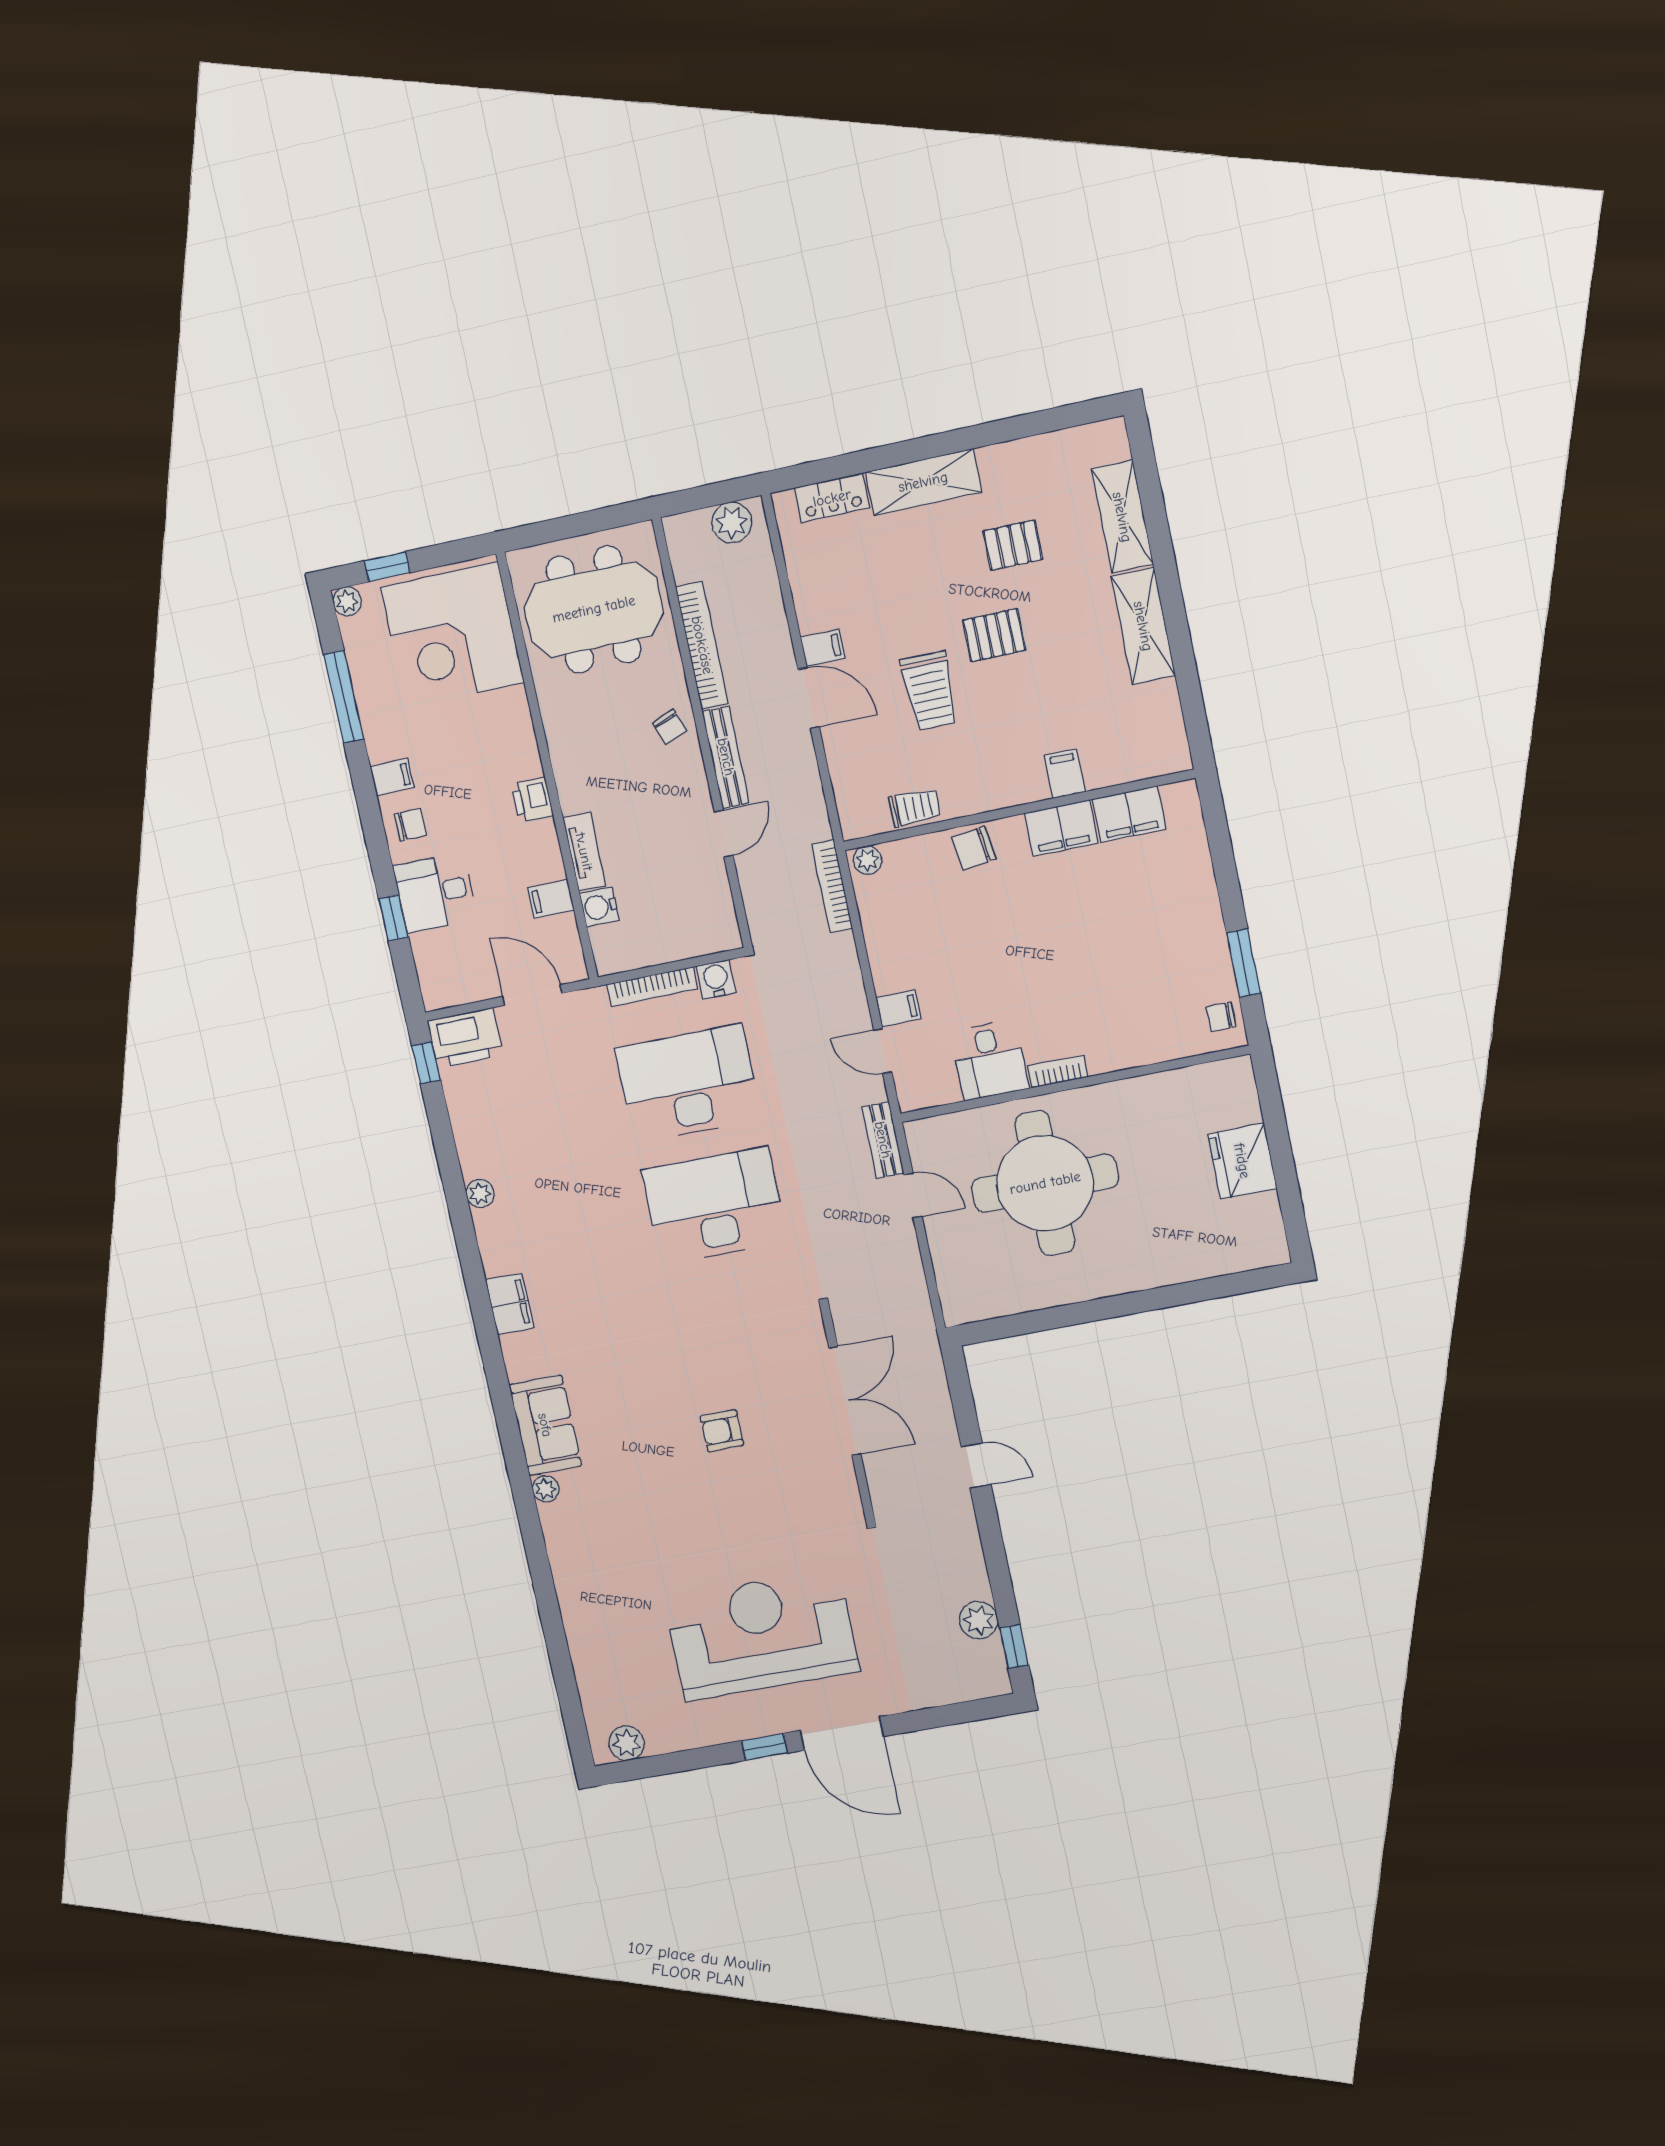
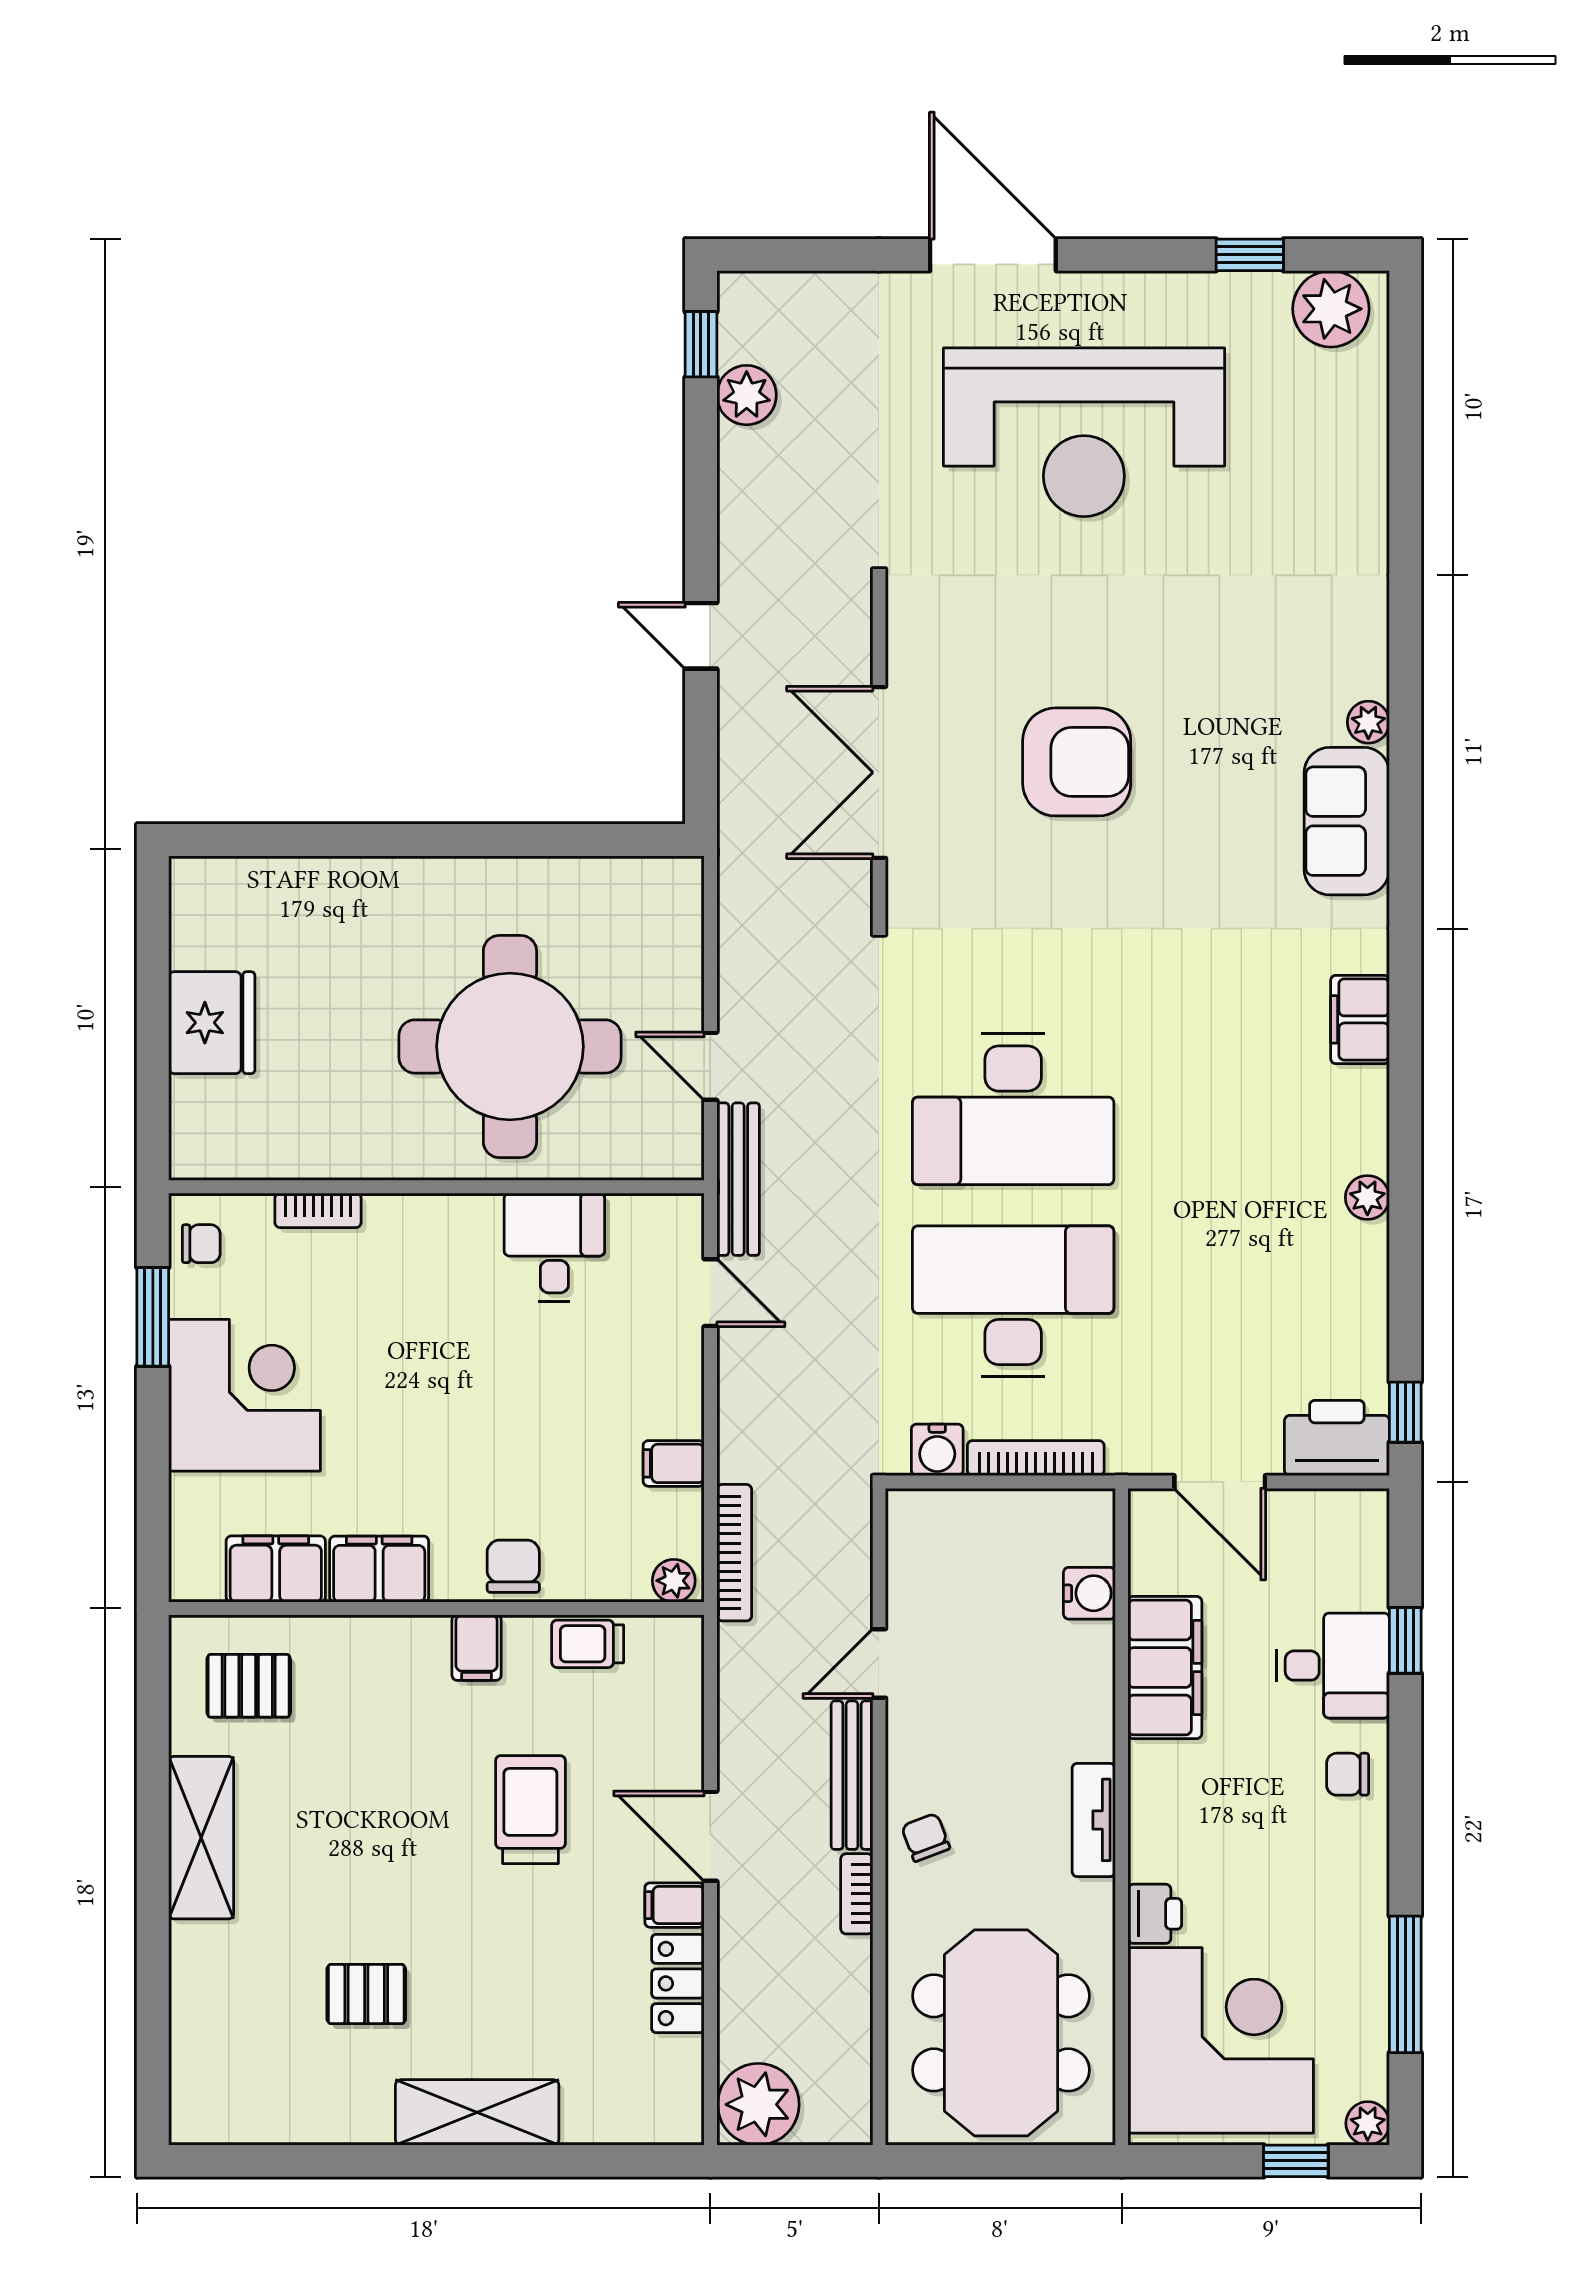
locker: (832, 498) -> (678, 1983), moved, turned -90
shelving: (1122, 517) -> (200, 2001), removed
plant: (732, 522) -> (758, 2104), width x1.36, depth x1.36
meeting table: (594, 609) -> (1001, 2033), turned 90
pallet: (994, 635) -> (249, 1686), moved
bookcase: (702, 645) -> (857, 1894), width x0.43, depth x0.76
filing cabinet: (1065, 774) -> (477, 1648), moved
filing cabinet: (392, 777) -> (1359, 1851), removed
printer: (532, 800) -> (1155, 1914), moved
chair: (974, 848) -> (513, 1566), turned -83
tv unit: (584, 852) -> (1094, 1820), moved
filing cabinet: (551, 899) -> (1165, 1667), width x3.00, depth x1.17
corner desk: (1173, 924) -> (244, 1395), added
filing cabinet: (899, 1008) -> (674, 1463), moved
bookcase: (1058, 1071) -> (318, 1210), moved
desk: (688, 1084) -> (1013, 1301), turned 180
bench: (883, 1140) -> (738, 1179), width x1.36
armchair: (722, 1431) -> (1077, 762), width x1.88, depth x1.88
plant: (627, 1743) -> (1331, 309), width x1.36, depth x1.36
window: (764, 1747) -> (1250, 255), moved

